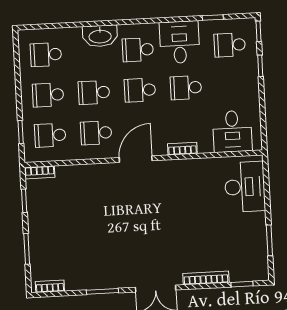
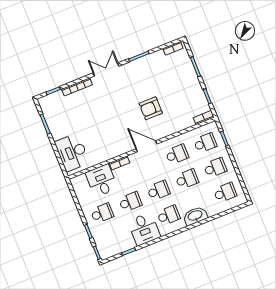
school desk: (230, 45) -> (102, 213), moved
desk: (232, 131) -> (102, 181), moved
door: (136, 159) -> (146, 146), swing flipped
armchair: (111, 211) -> (151, 108), added

